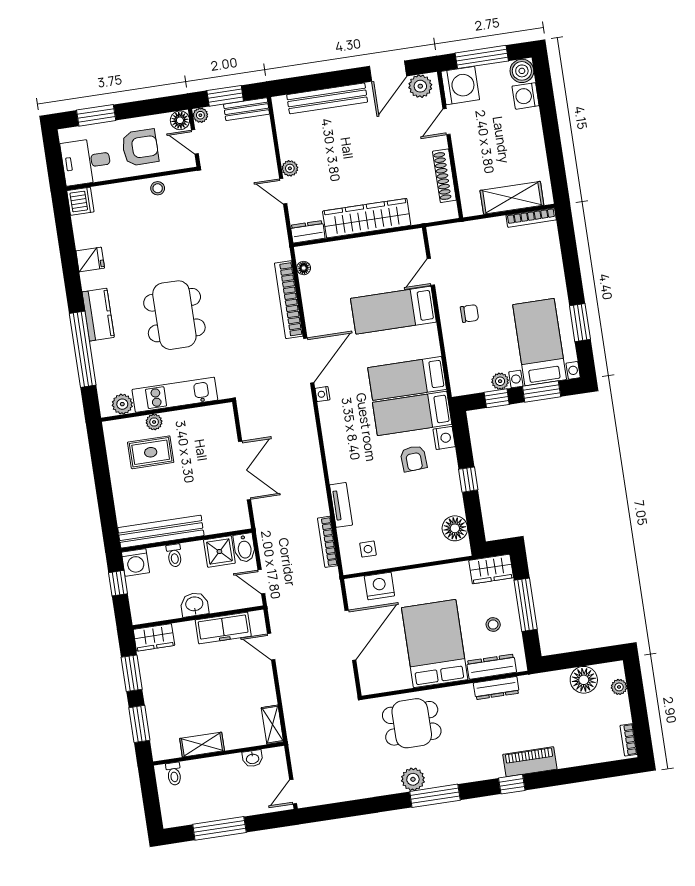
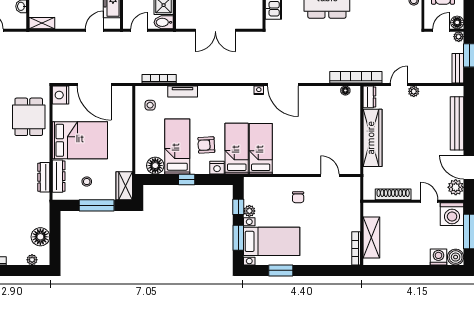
bookcase: (289, 300) -> (356, 77), moved
bed: (393, 310) -> (177, 147), moved
nightstand: (379, 586) -> (61, 95), moved, turned 180

